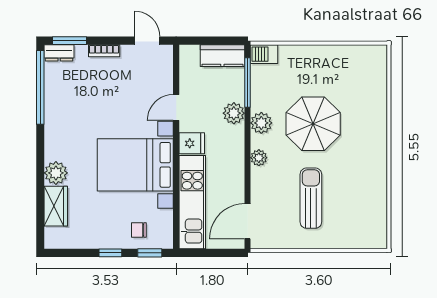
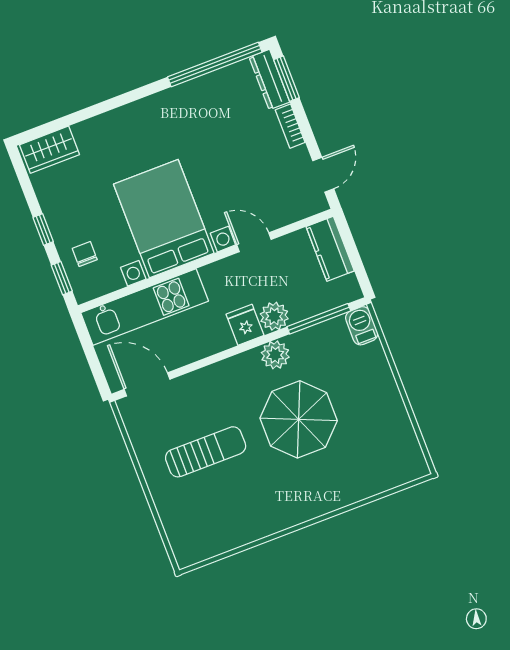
dresser: (59, 53) -> (269, 80), width x1.44
kitchen counter: (222, 56) -> (330, 249), moved
fridge: (192, 143) -> (245, 325), moved, turned 180
plant: (259, 158) -> (231, 368), removed
plant: (56, 173) -> (116, 124), removed
wardrobe: (56, 206) -> (49, 150), moved

